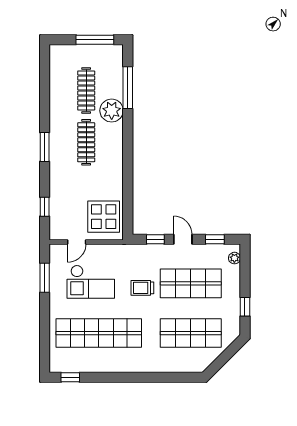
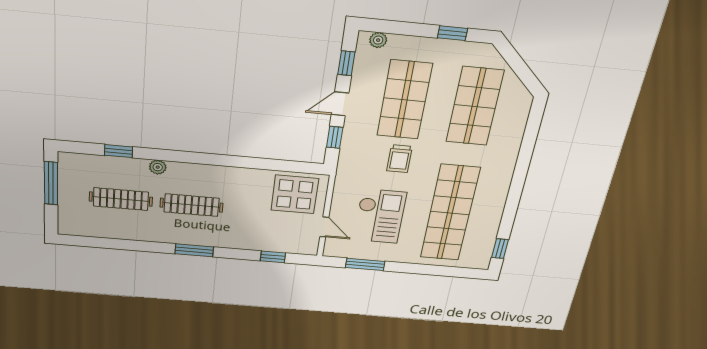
window: (128, 88) -> (119, 151), width x0.46
plant: (112, 111) -> (158, 167), width x0.53, depth x0.53

